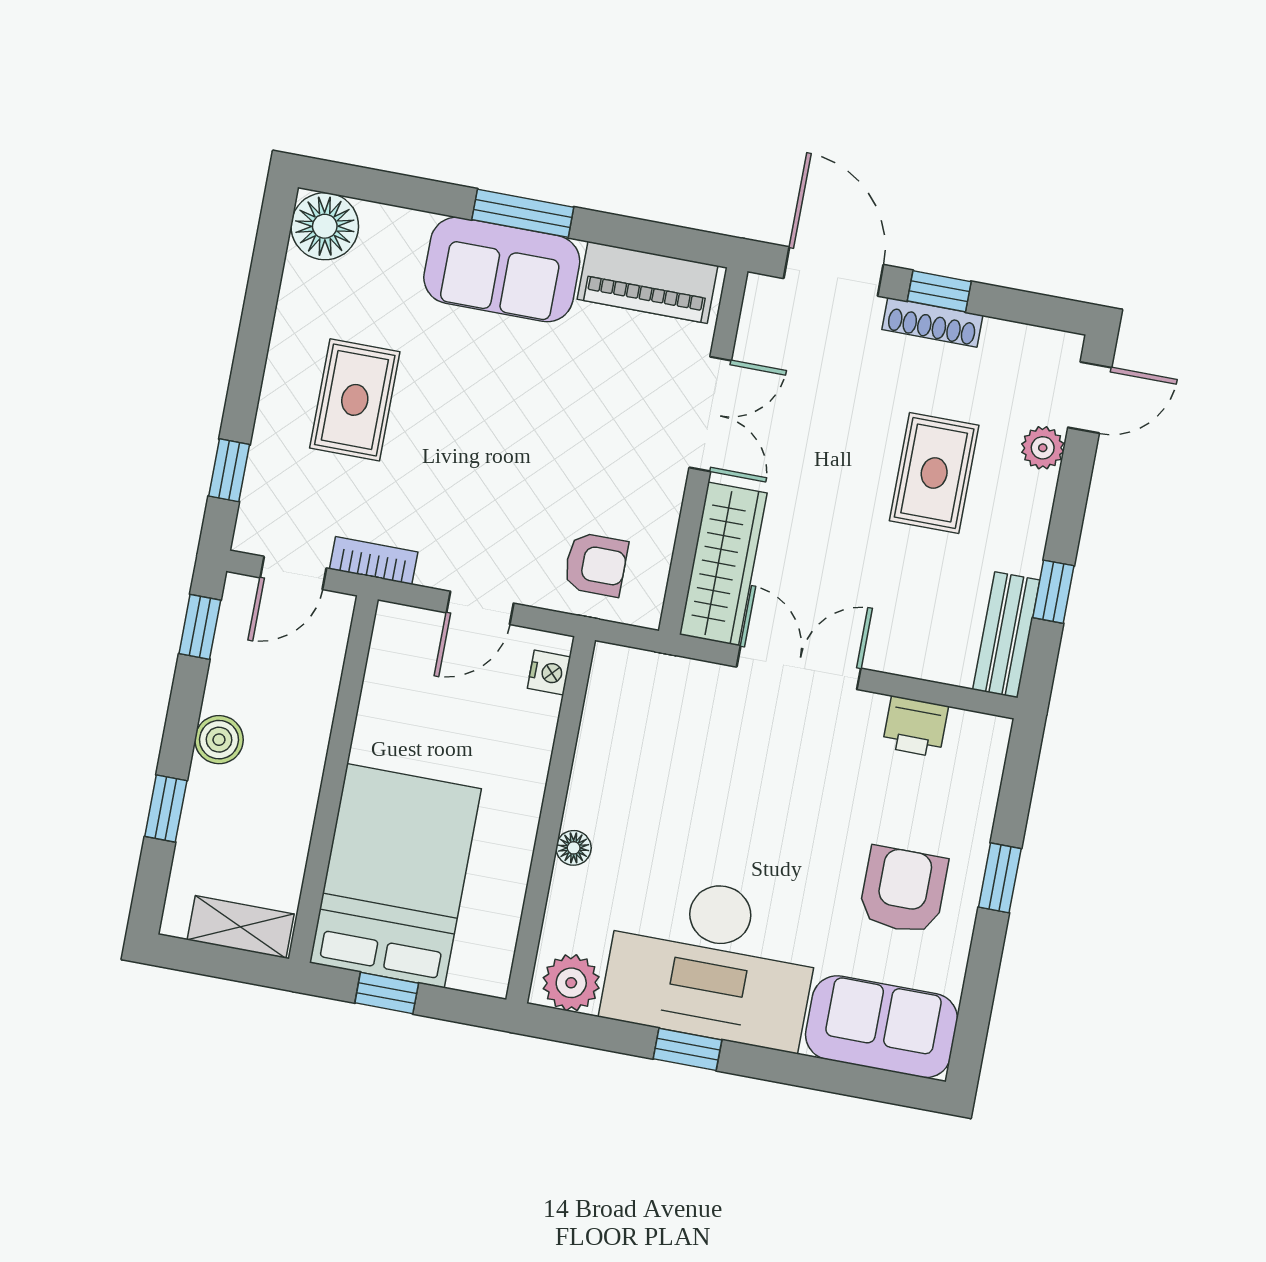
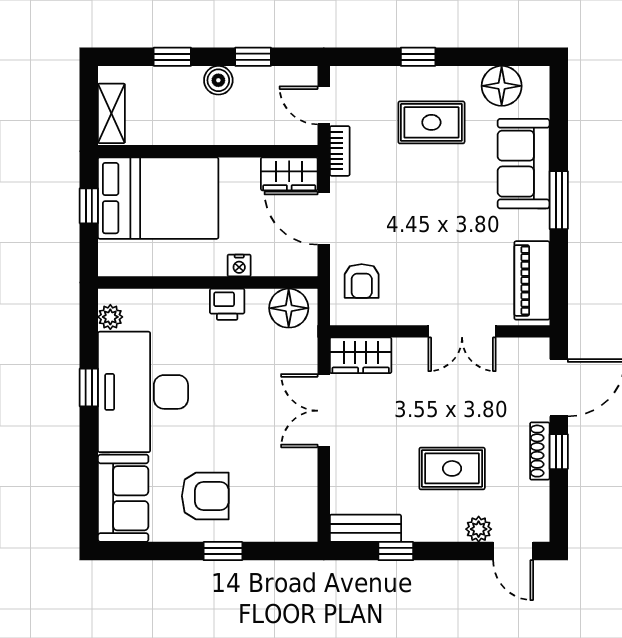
floor lamp: (325, 226) -> (502, 86), moved
sofa: (502, 269) -> (524, 164), moved
window: (229, 470) -> (418, 57), moved
wardrobe: (723, 564) -> (361, 355), width x0.67
door: (480, 608) -> (324, 218), width x1.38
window: (200, 627) -> (253, 57), moved
wardrobe: (396, 651) -> (289, 174), added
double door: (799, 668) -> (324, 411), swing flipped
nightstand: (549, 673) -> (239, 265), moved
printer: (915, 727) -> (227, 304), moved, turned -90
floor lamp: (574, 848) -> (289, 308), moved, width x1.89, depth x1.89
plant: (571, 983) -> (110, 317), width x0.73, depth x0.73

